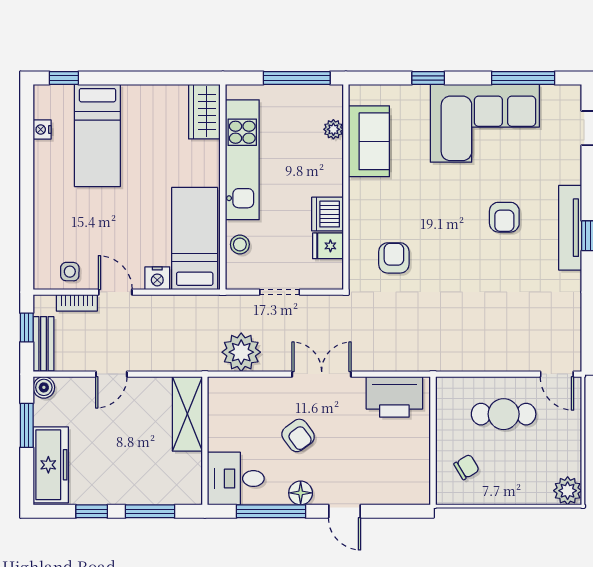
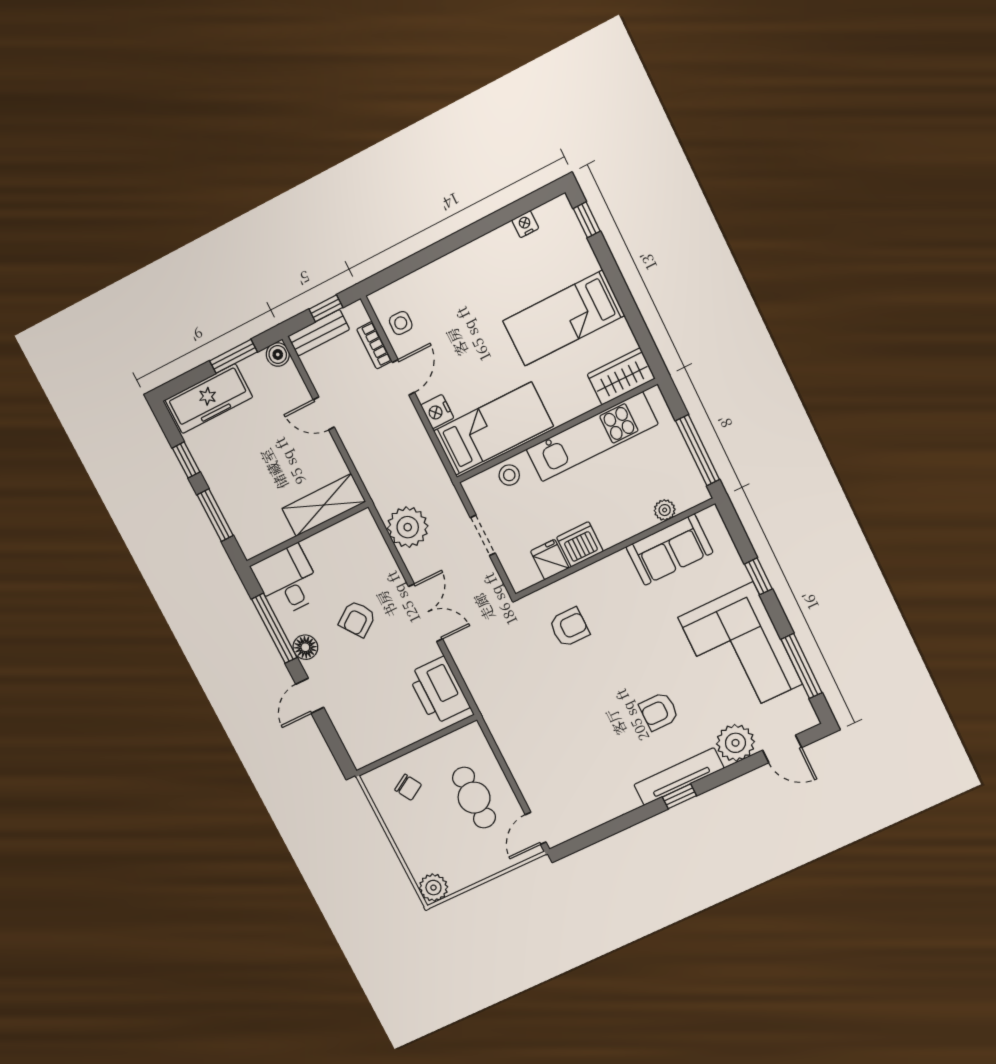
bed: (97, 135) -> (564, 318), moved
plant: (564, 165) -> (735, 743), added

